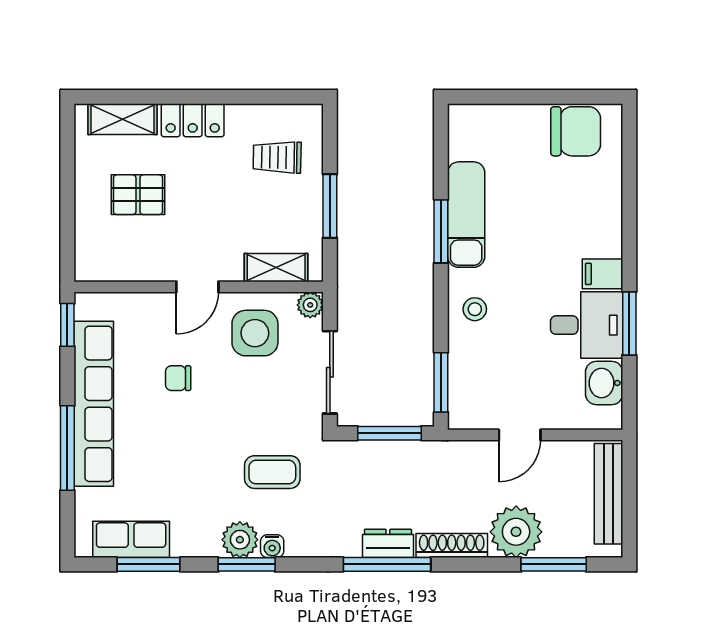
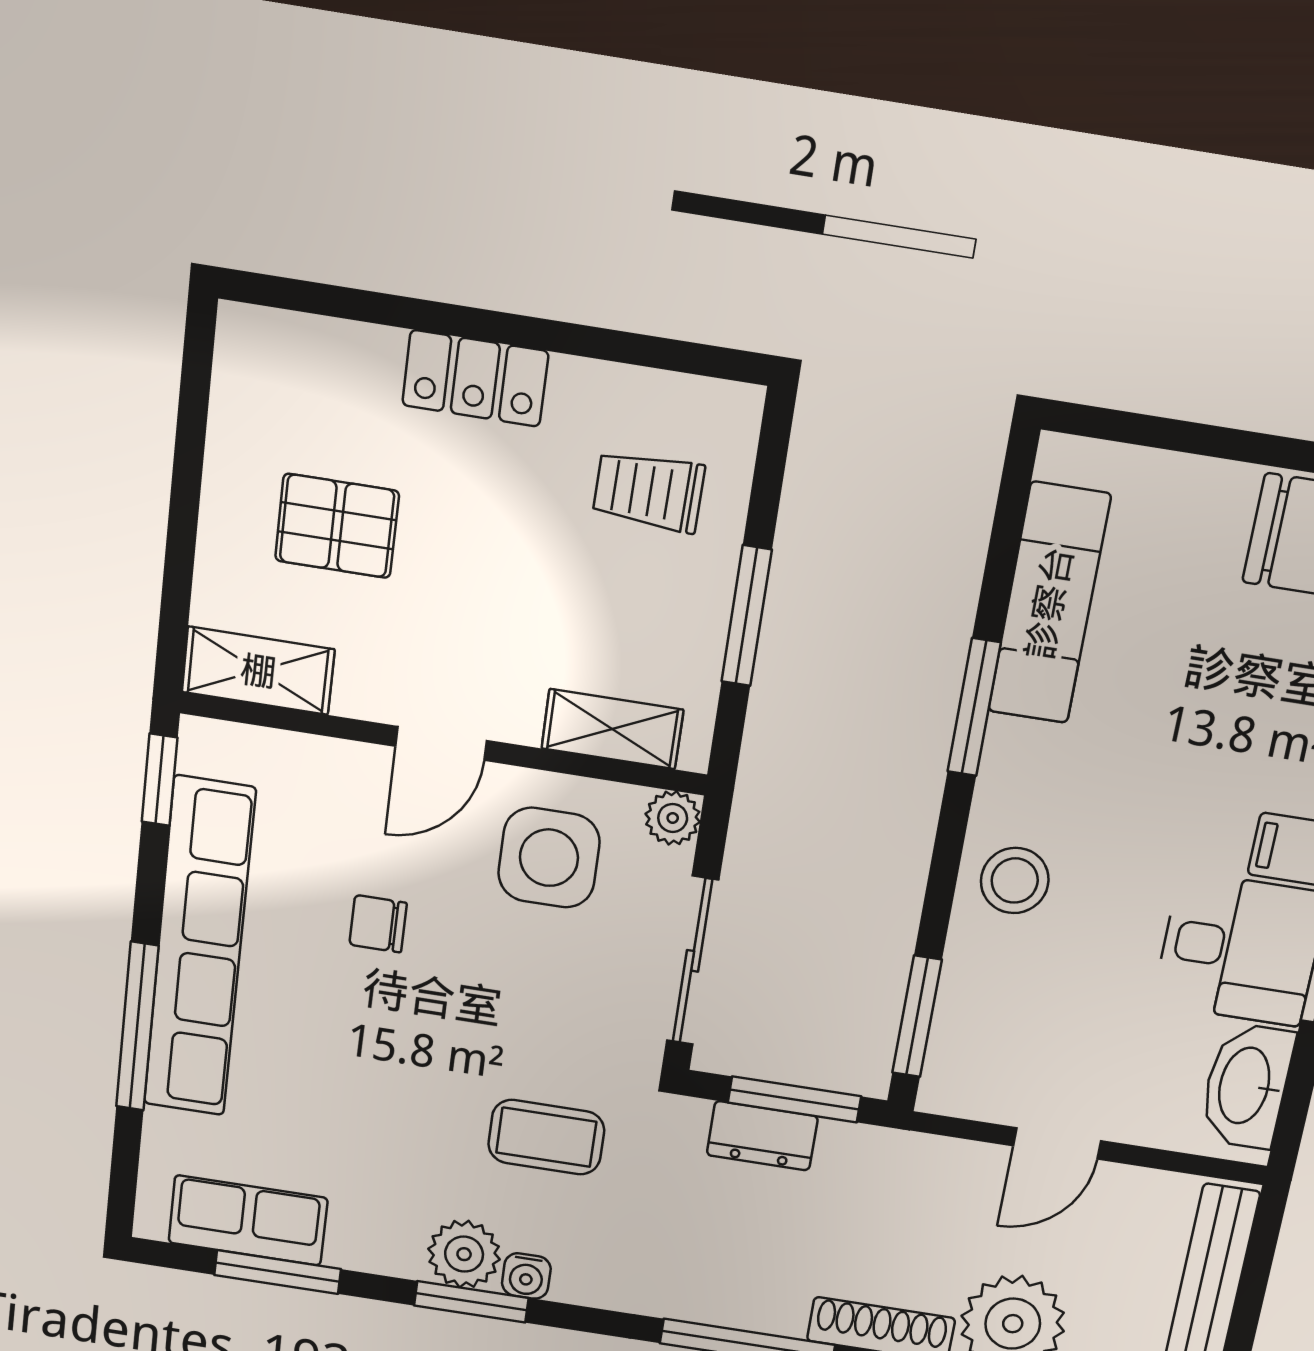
shelving: (122, 119) -> (258, 671), moved
exam couch: (466, 215) -> (1049, 603), moved
stool: (475, 309) -> (1015, 881), width x1.37, depth x1.37
washbasin: (604, 383) -> (1246, 1086), width x1.38
dresser: (388, 543) -> (762, 1136), moved, turned 180

